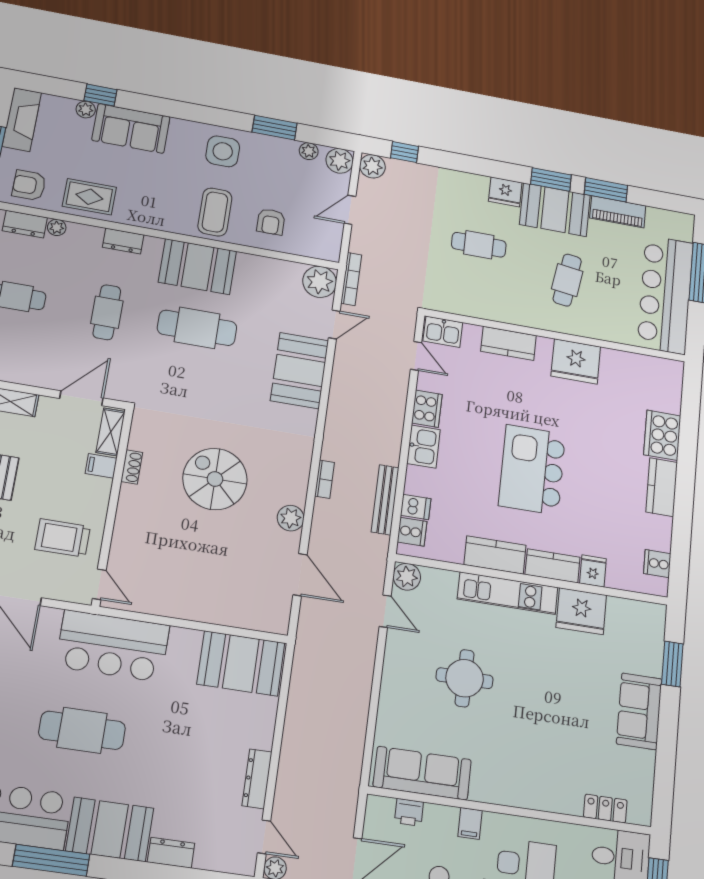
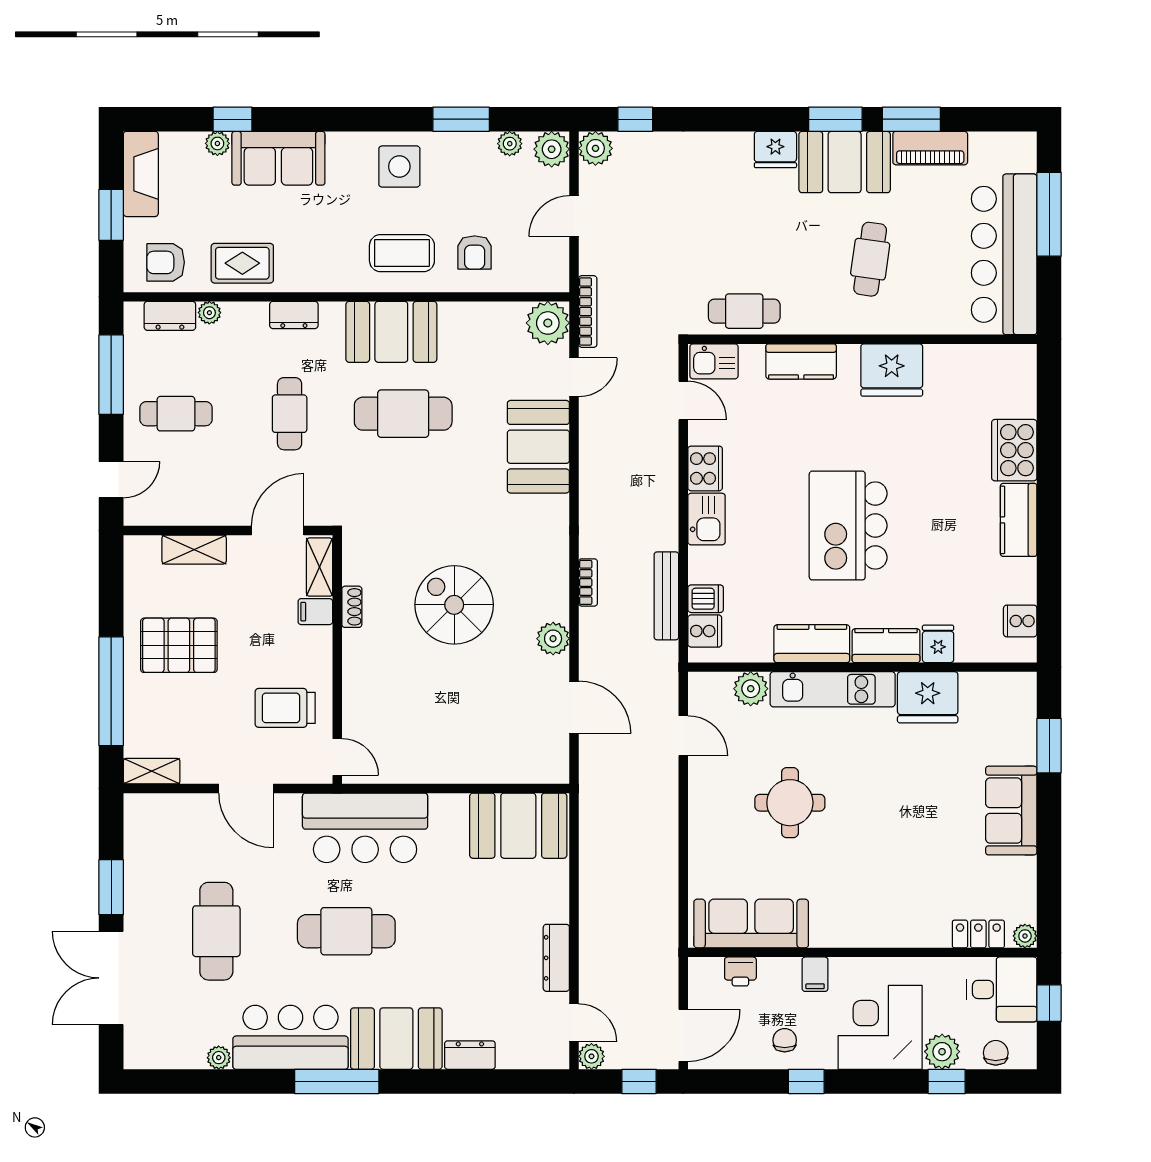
coffee table: (215, 212) -> (402, 253), turned 90
cafe table: (479, 245) -> (744, 311), moved
plant: (407, 577) -> (751, 689), moved
plant: (642, 816) -> (1025, 936), added

